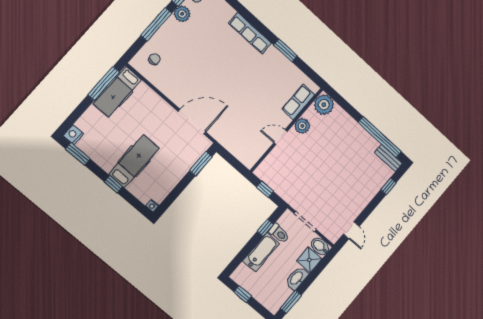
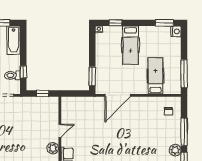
hospital bed: (117, 92) -> (155, 76), moved
window: (113, 184) -> (115, 23), moved
bathtub: (261, 252) -> (14, 40), moved

